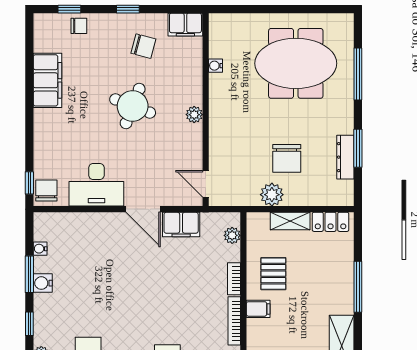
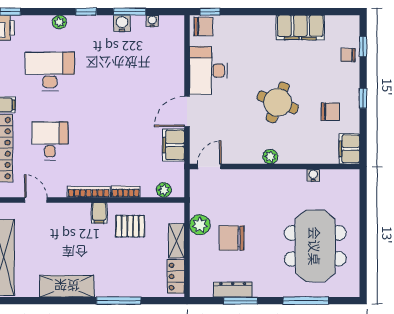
chair: (79, 26) -> (348, 55), turned 90
chair: (143, 46) -> (330, 112), turned -105

